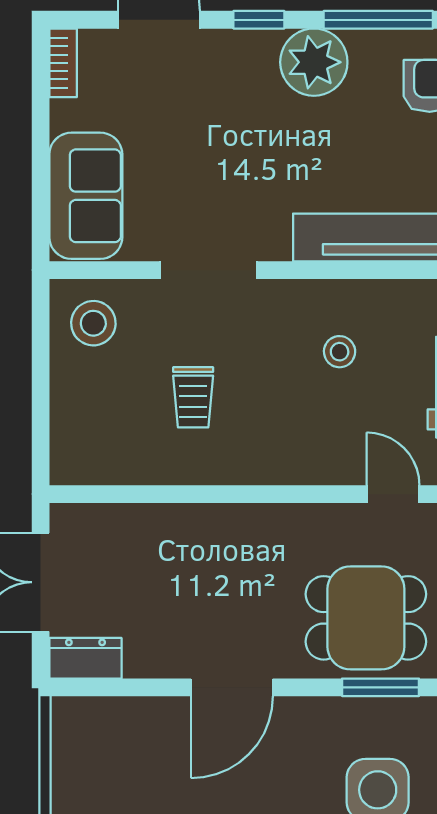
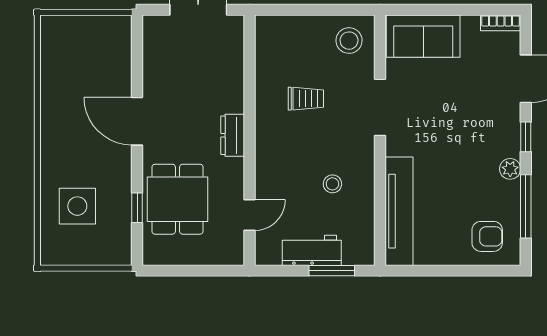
plant: (314, 62) -> (510, 169), width x0.53, depth x0.53
trolley: (193, 397) -> (306, 99), turned 180
dresser: (85, 658) -> (233, 135), moved, turned 180
window: (380, 687) -> (137, 208), width x0.67

